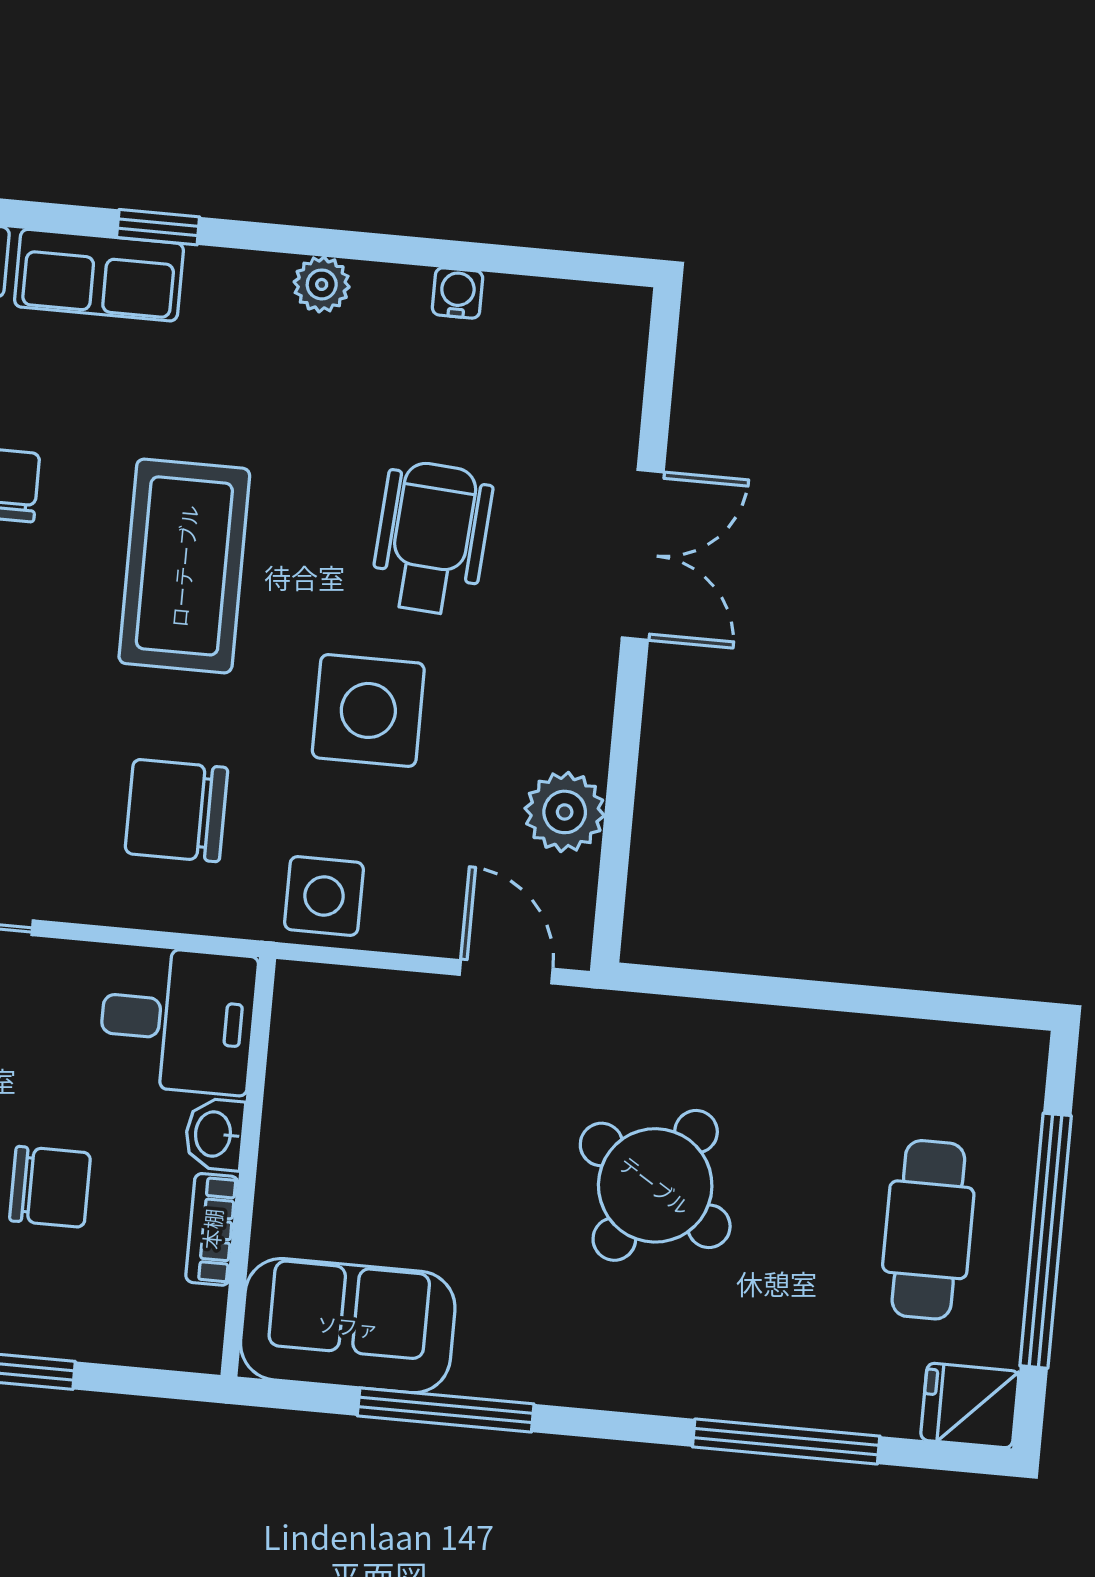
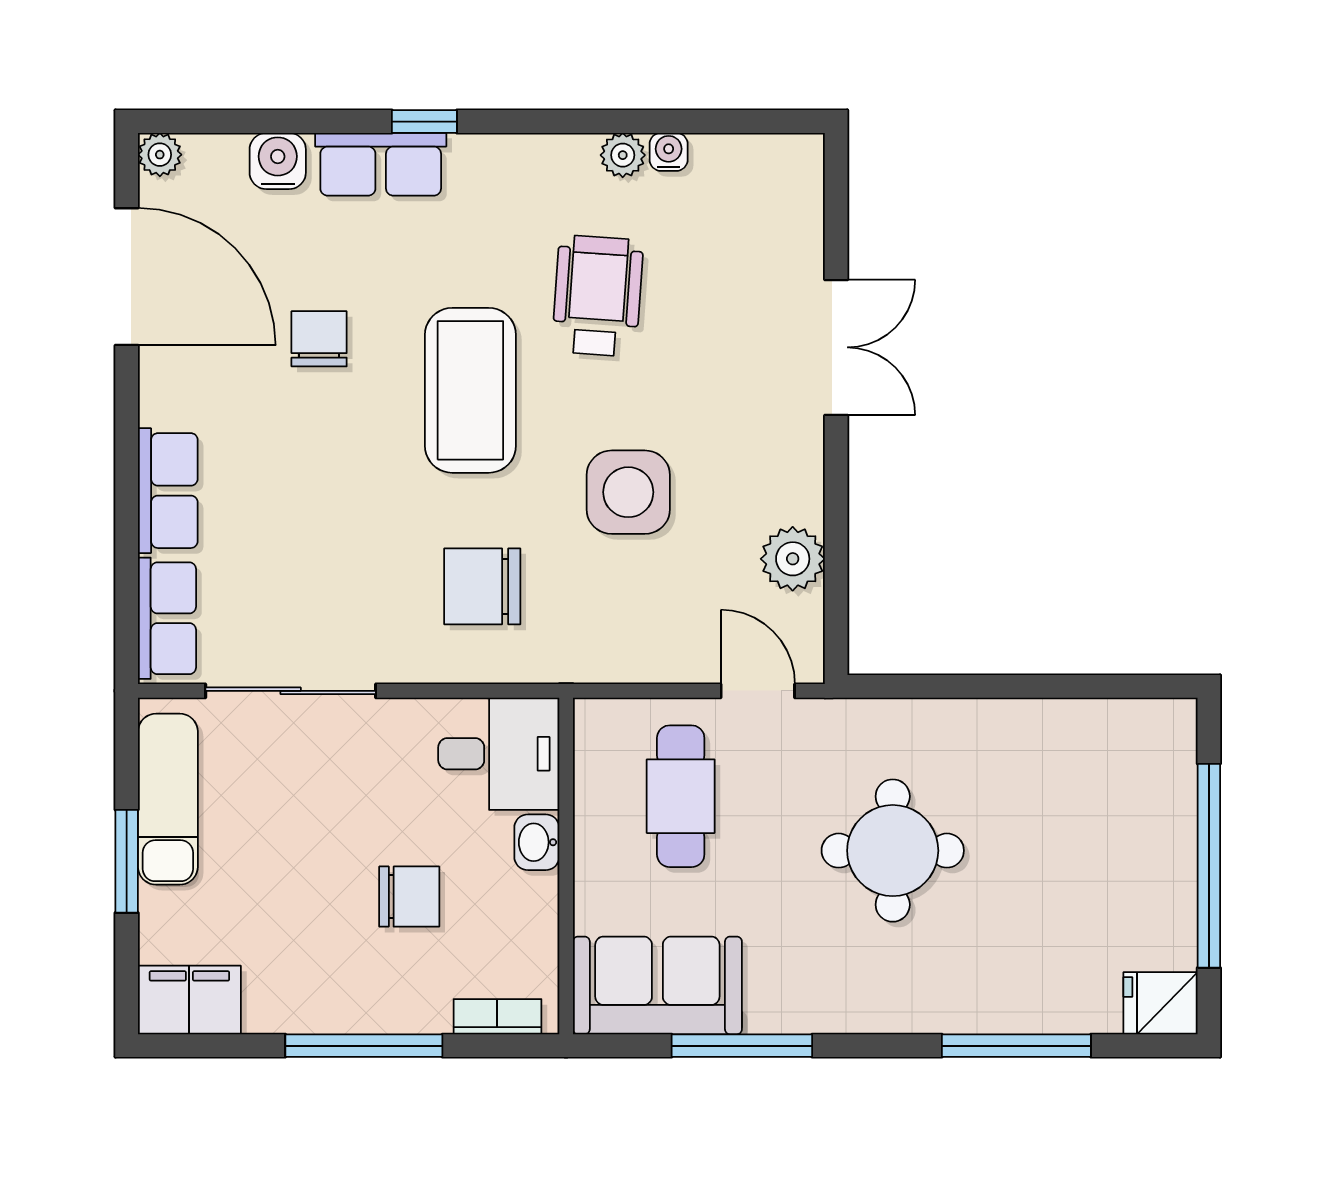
plant: (322, 284) -> (623, 155), moved
wheelchair: (432, 538) -> (598, 296), moved
side table: (324, 896) -> (607, 644), removed
round table: (655, 1185) -> (893, 851), turned -32
bookcase: (212, 1229) -> (497, 1017), moved, turned 90
cafe table: (928, 1230) -> (681, 796), moved

